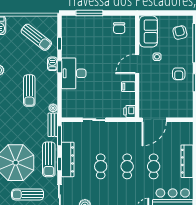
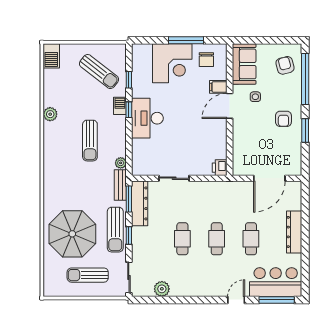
window: (89, 13) -> (186, 40), moved
corner desk: (93, 31) -> (172, 63), added
filing cabinet: (128, 87) -> (218, 87), moved
door: (154, 120) -> (269, 178), moved
dresser: (68, 159) -> (140, 203), moved

